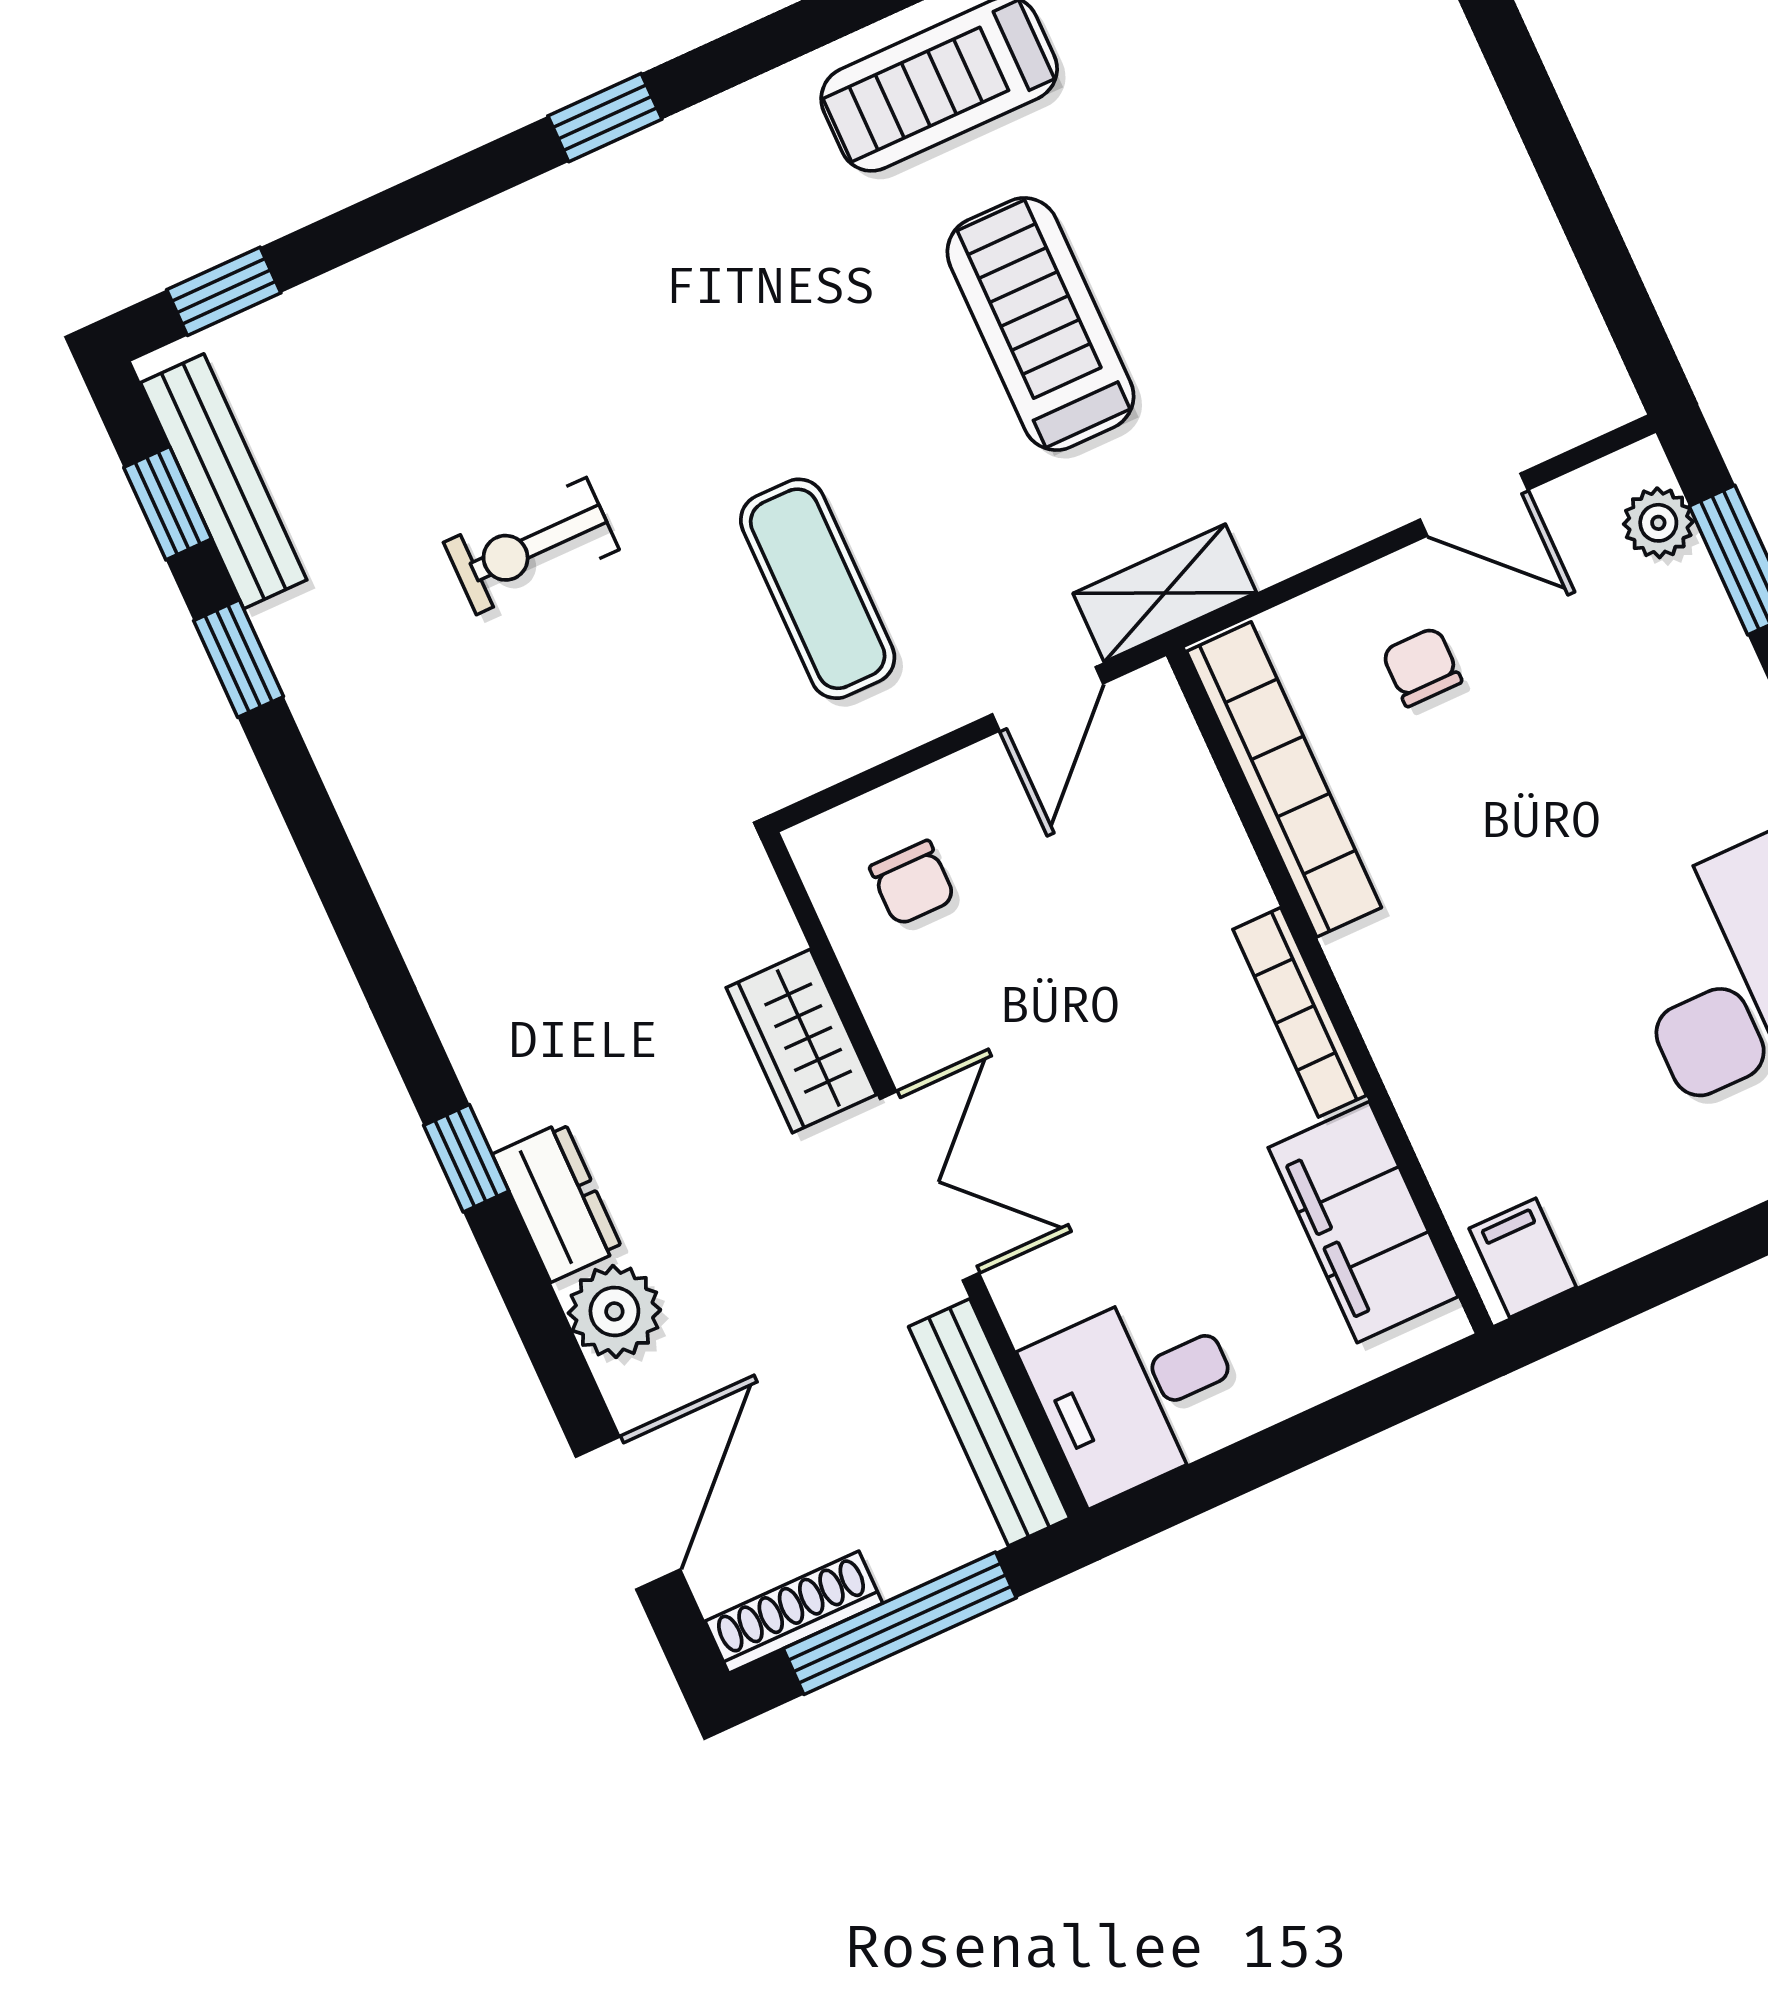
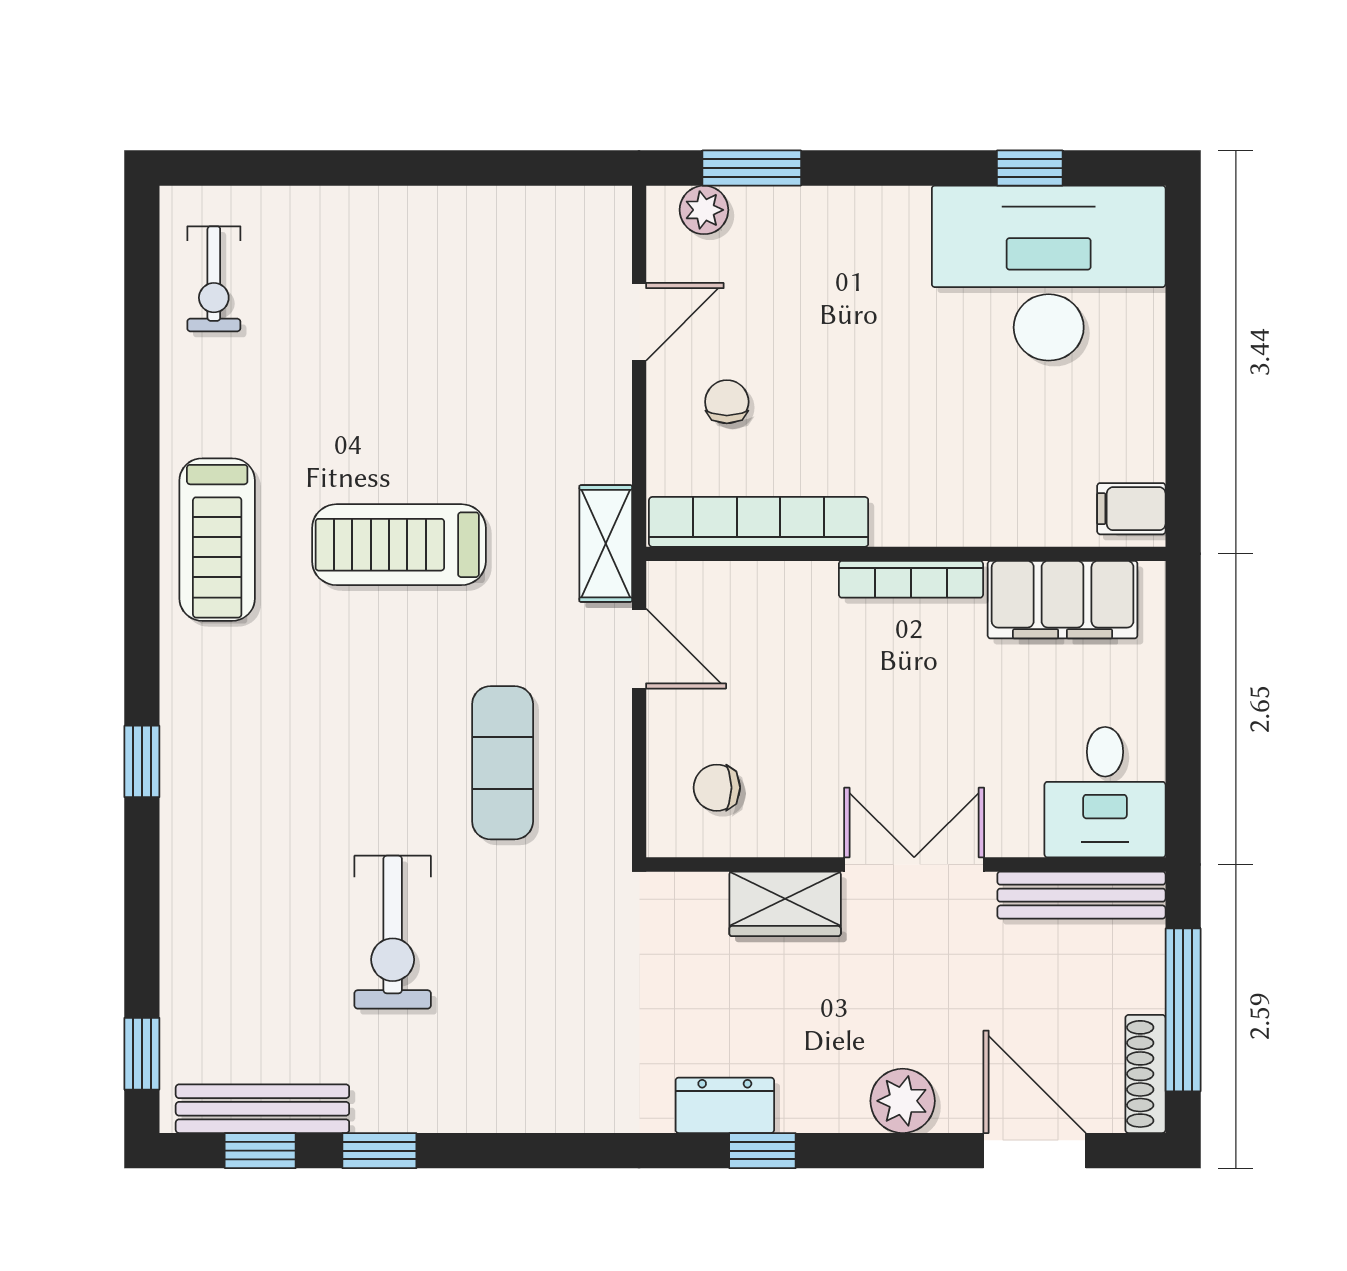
exercise bike: (531, 546) -> (393, 932), width x1.38, depth x1.39
exercise mat: (818, 589) -> (503, 763), turned 90
chair: (1422, 667) -> (727, 402), turned 90
chair: (912, 883) -> (717, 788), turned 180
dresser: (557, 1202) -> (725, 1105), moved

